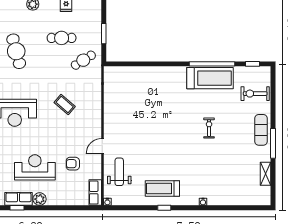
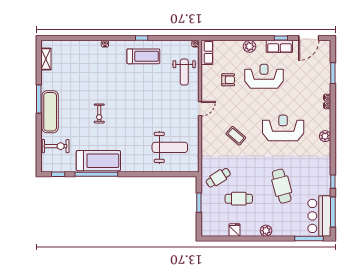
treadmill: (210, 78) -> (98, 161), turned 180
weight bench: (134, 92) -> (170, 147), added
exercise mat: (261, 130) -> (50, 112), width x1.36, depth x1.45
door: (103, 146) -> (200, 109), moved
reception desk: (35, 167) -> (264, 76), turned 180
shelving: (265, 174) -> (46, 59), moved
plant: (40, 199) -> (249, 46), moved

